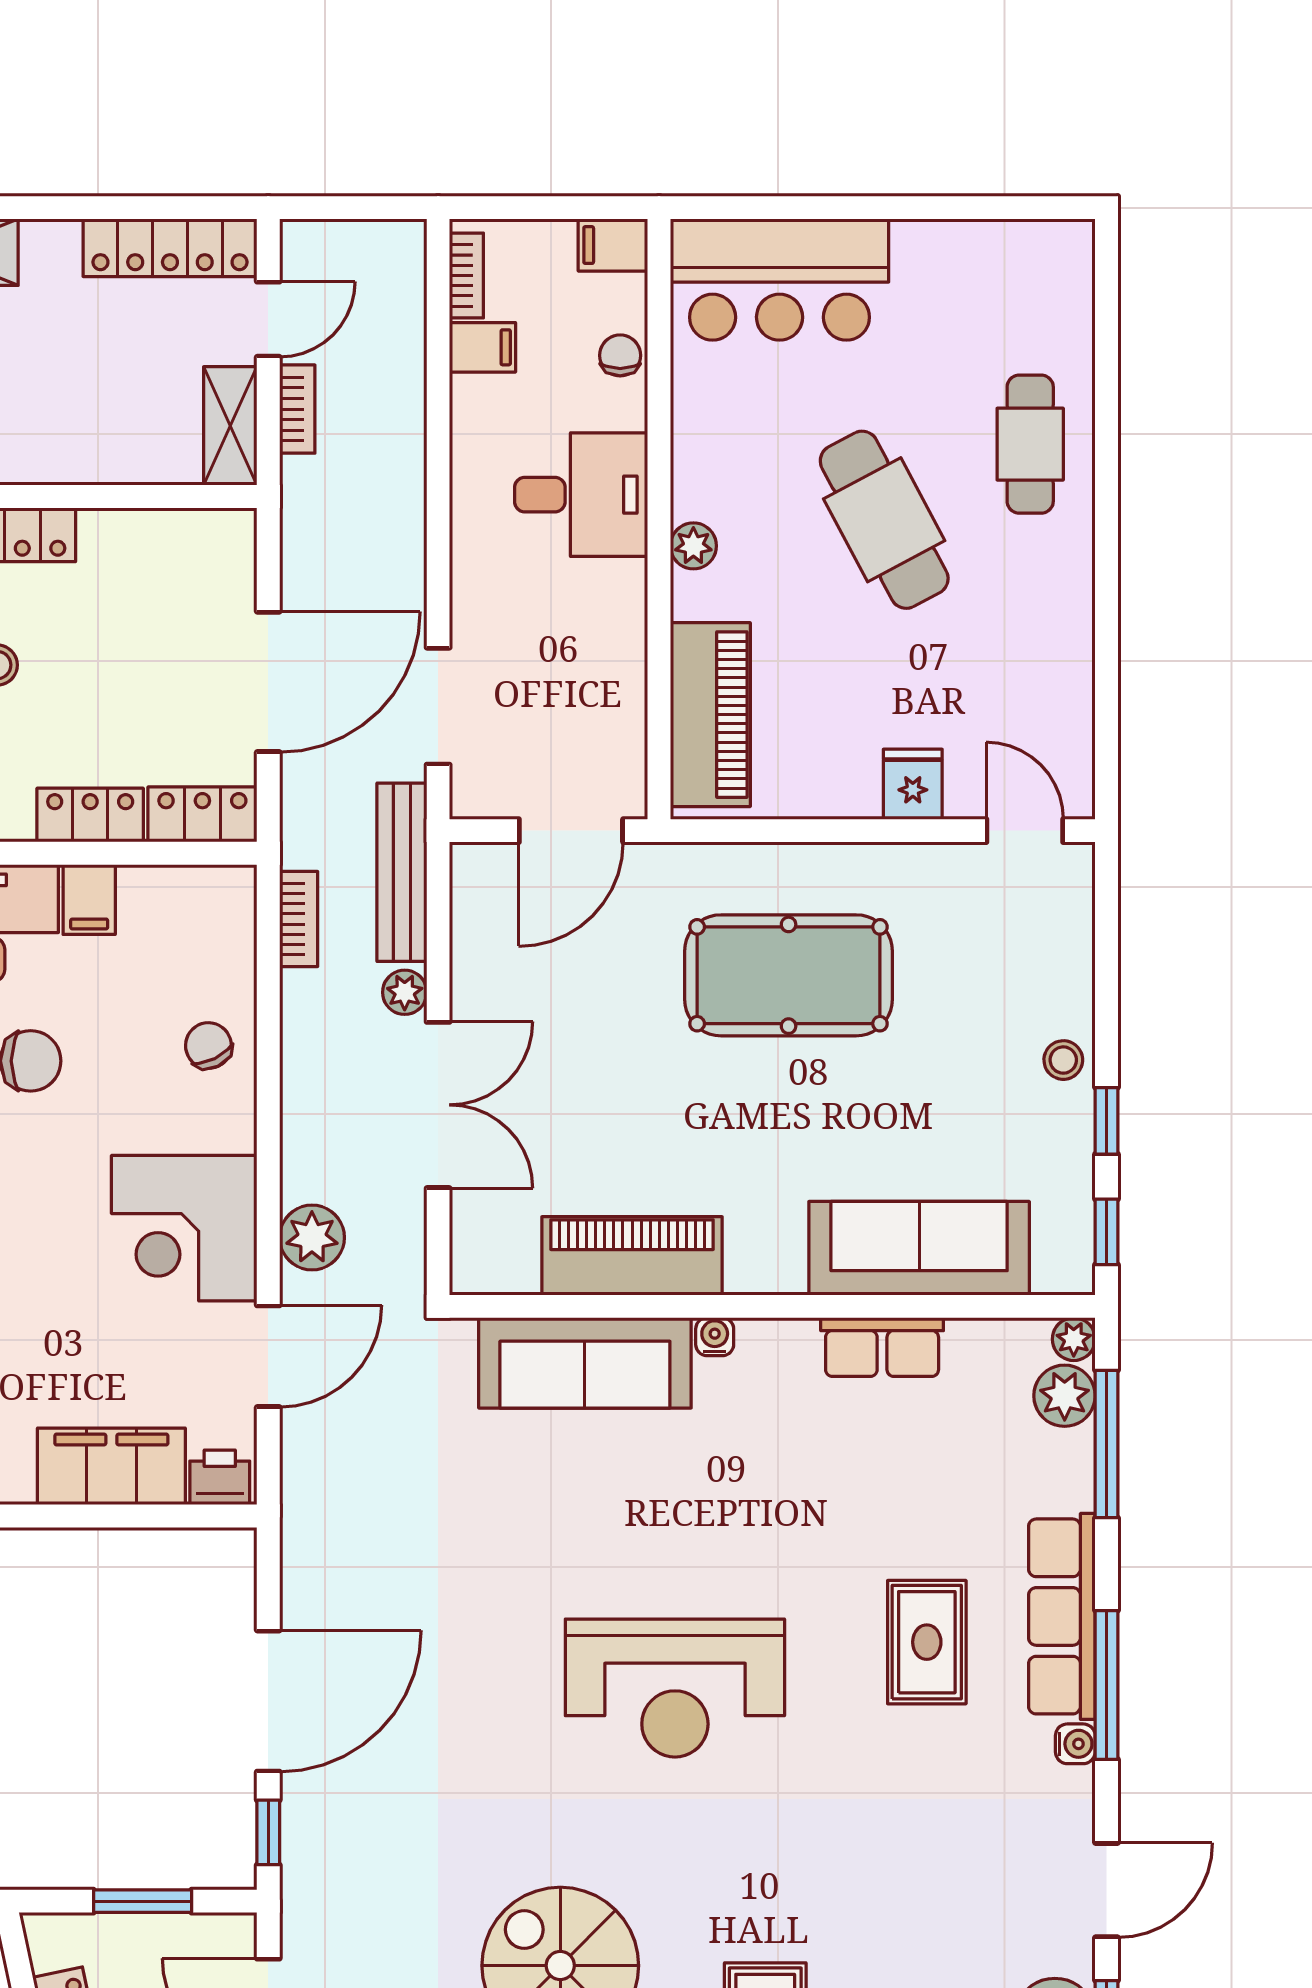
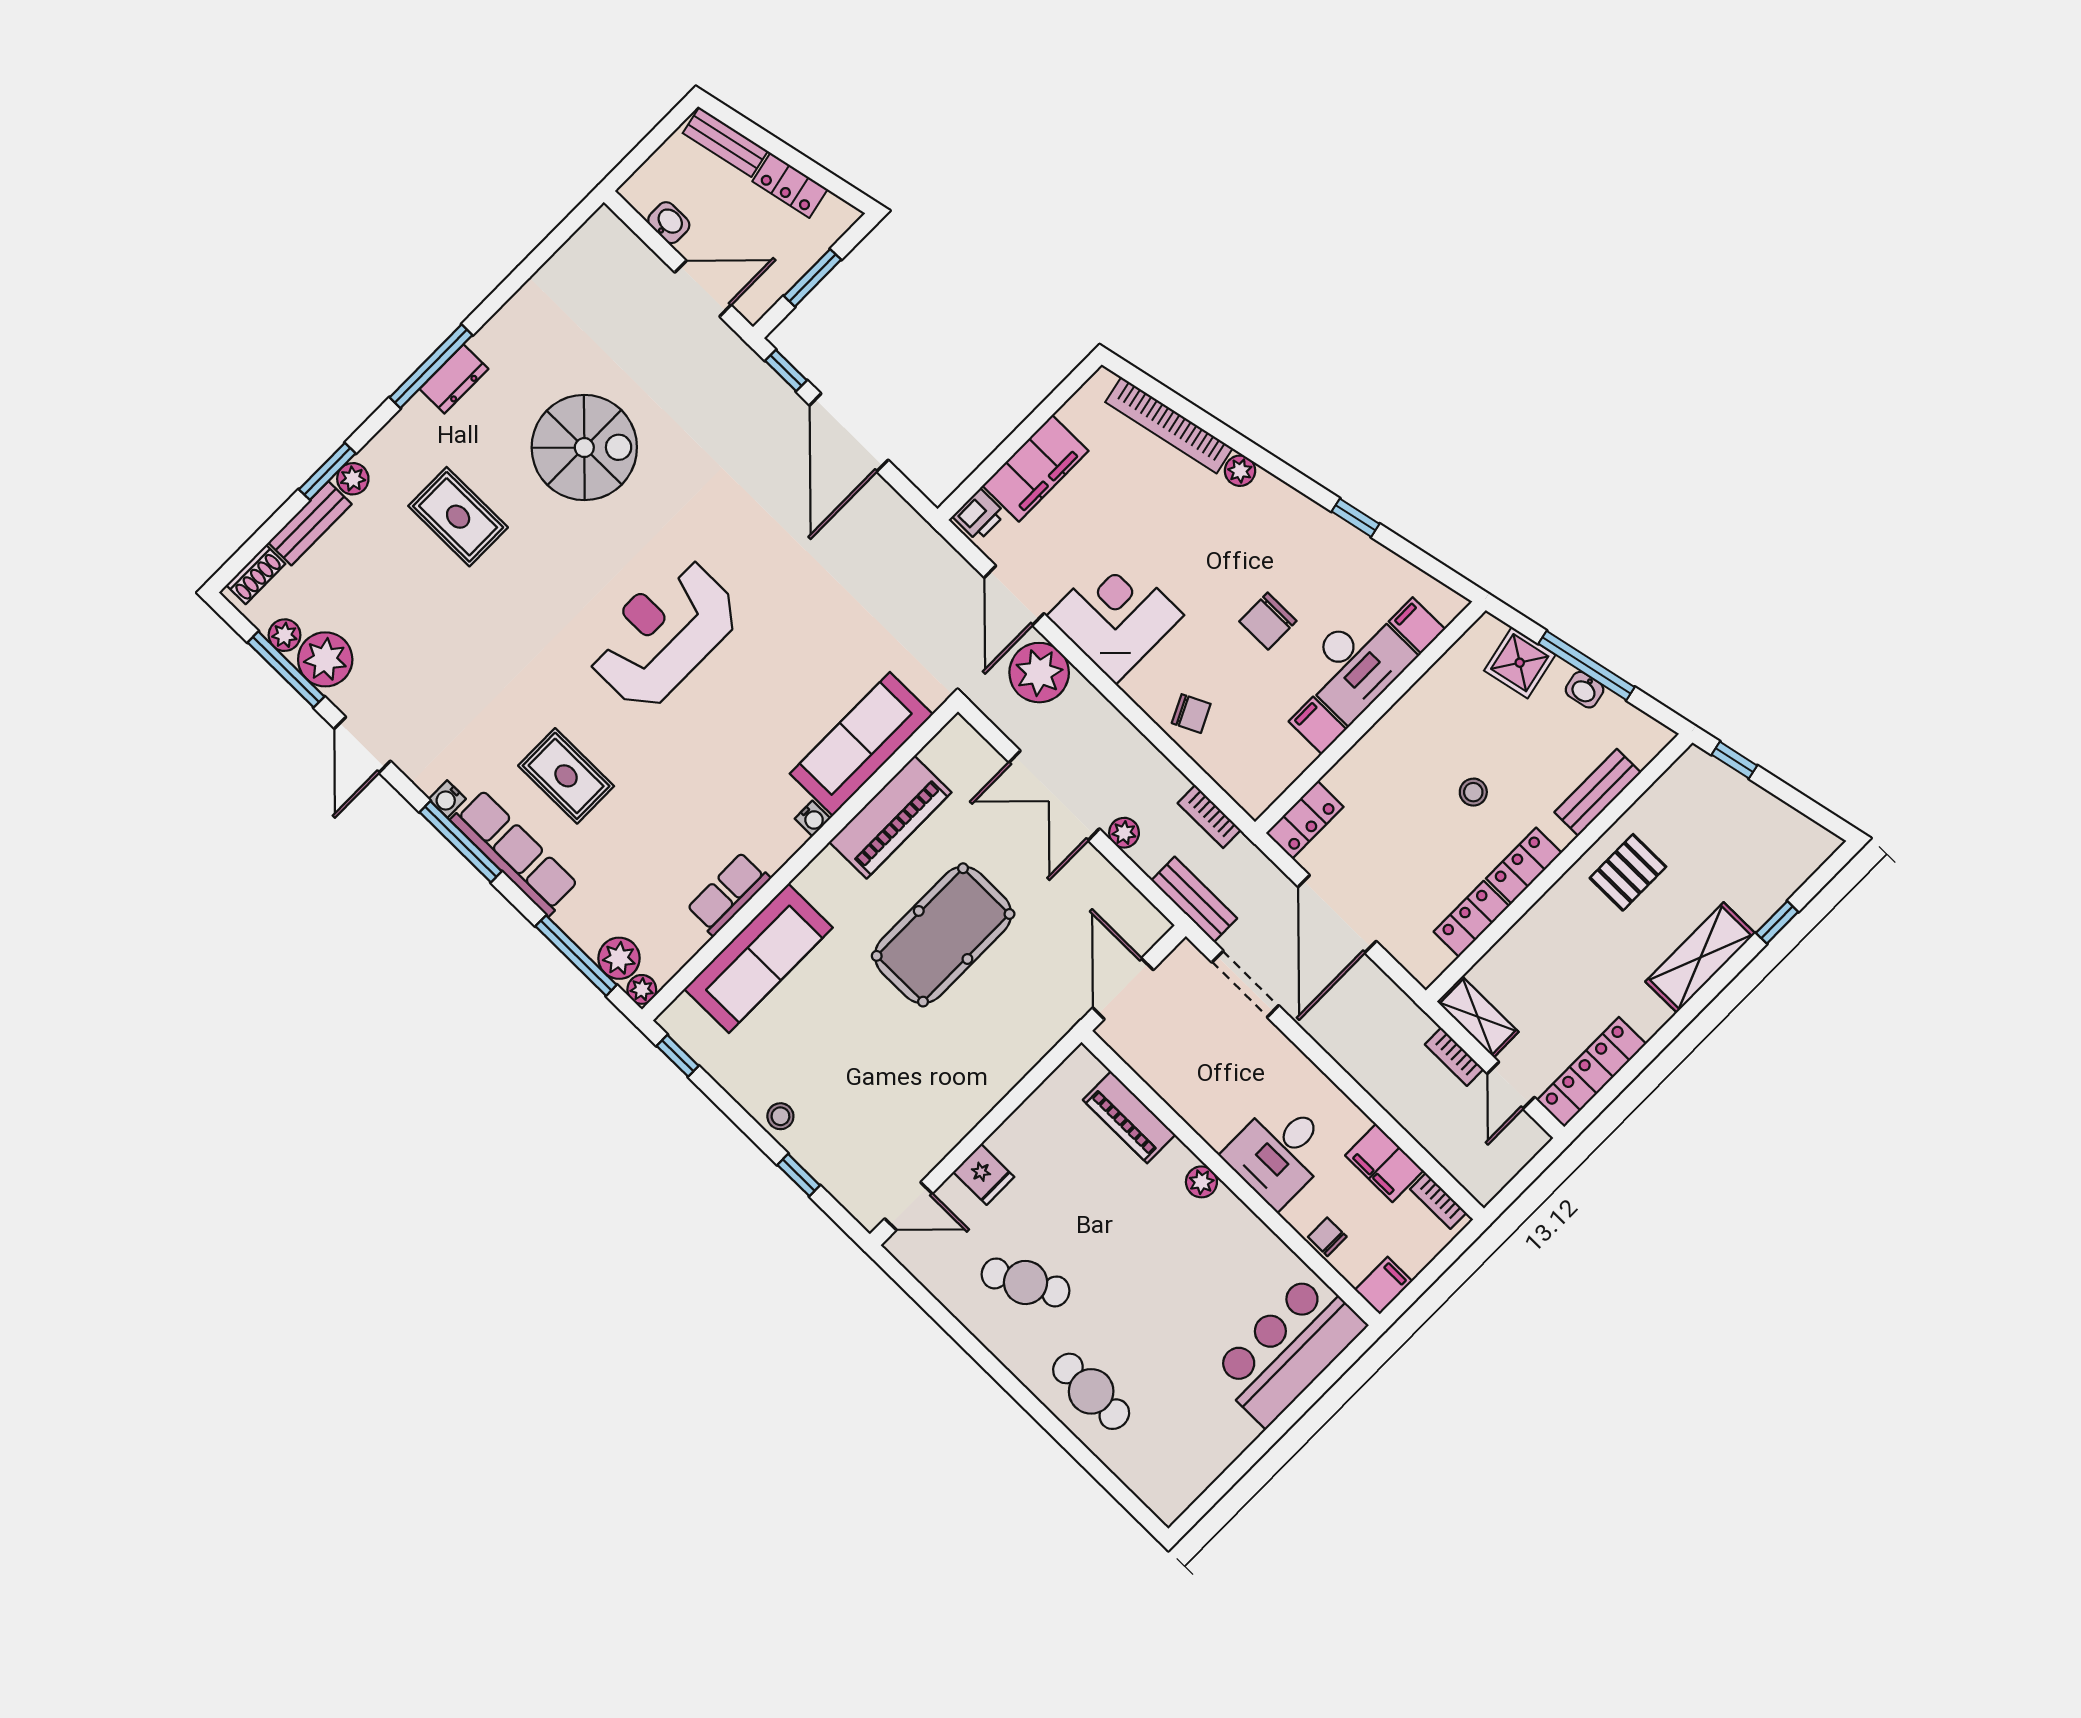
filing cabinet: (483, 347) -> (1384, 1163), width x2.00
chair: (620, 355) -> (1327, 1237), turned 180
cafe table: (884, 520) -> (1026, 1282), moved, width x0.73, depth x0.74
piano: (710, 715) -> (1129, 1117), width x0.73, depth x0.75
locker: (90, 815) -> (1471, 919), moved, turned 180
bench: (402, 872) -> (1194, 899), width x0.73
pool table: (789, 975) -> (943, 935), moved
window: (1106, 1121) -> (799, 1175), moved
plant: (312, 1238) -> (1039, 673), width x1.36, depth x1.36

